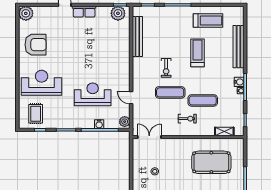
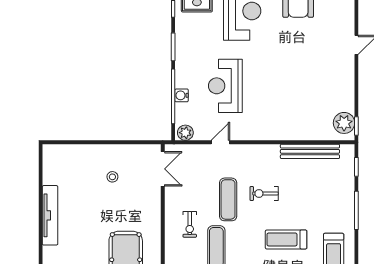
row of seats: (84, 12) -> (347, 73), removed
treadmill: (198, 53) -> (286, 239), turned 180
reception desk: (93, 94) -> (225, 86), turned 180

